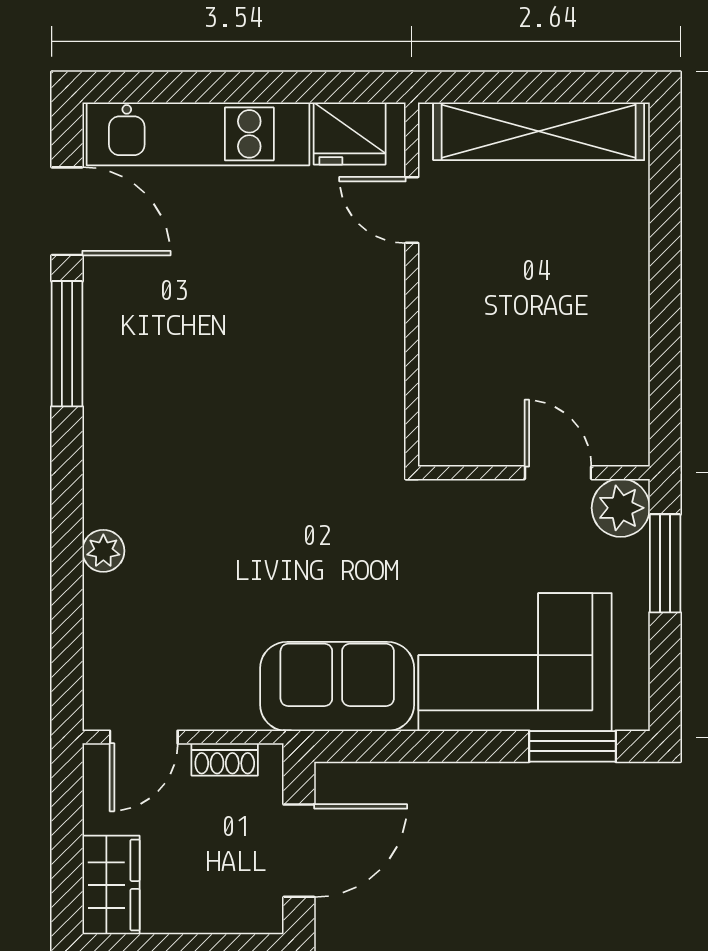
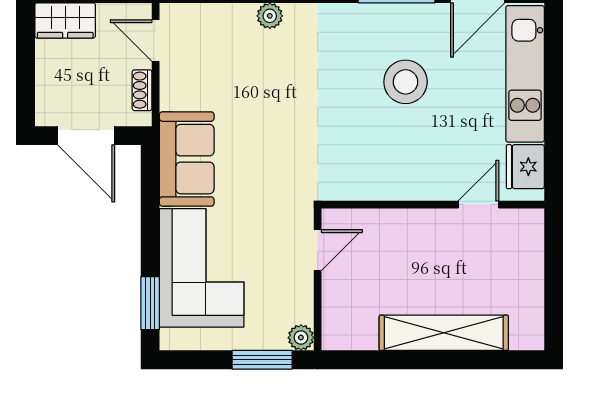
shelving: (539, 131) -> (444, 333), moved, turned 90
stool: (211, 329) -> (406, 82), added
door: (558, 473) -> (318, 250), moved
plant: (621, 508) -> (301, 338), width x0.73, depth x0.73

